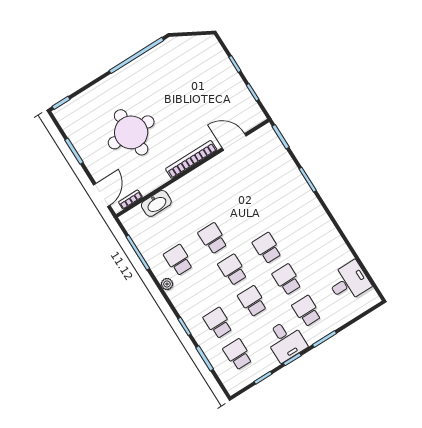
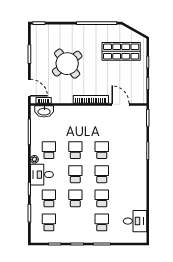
shop shelf: (192, 72) -> (121, 51), added
round table: (131, 132) -> (67, 64), turned -38
door: (102, 195) -> (29, 88), hinge flipped
washbasin: (156, 203) -> (44, 111), moved
school desk: (247, 217) -> (102, 150), added
desk: (286, 341) -> (42, 175), moved, turned 90

